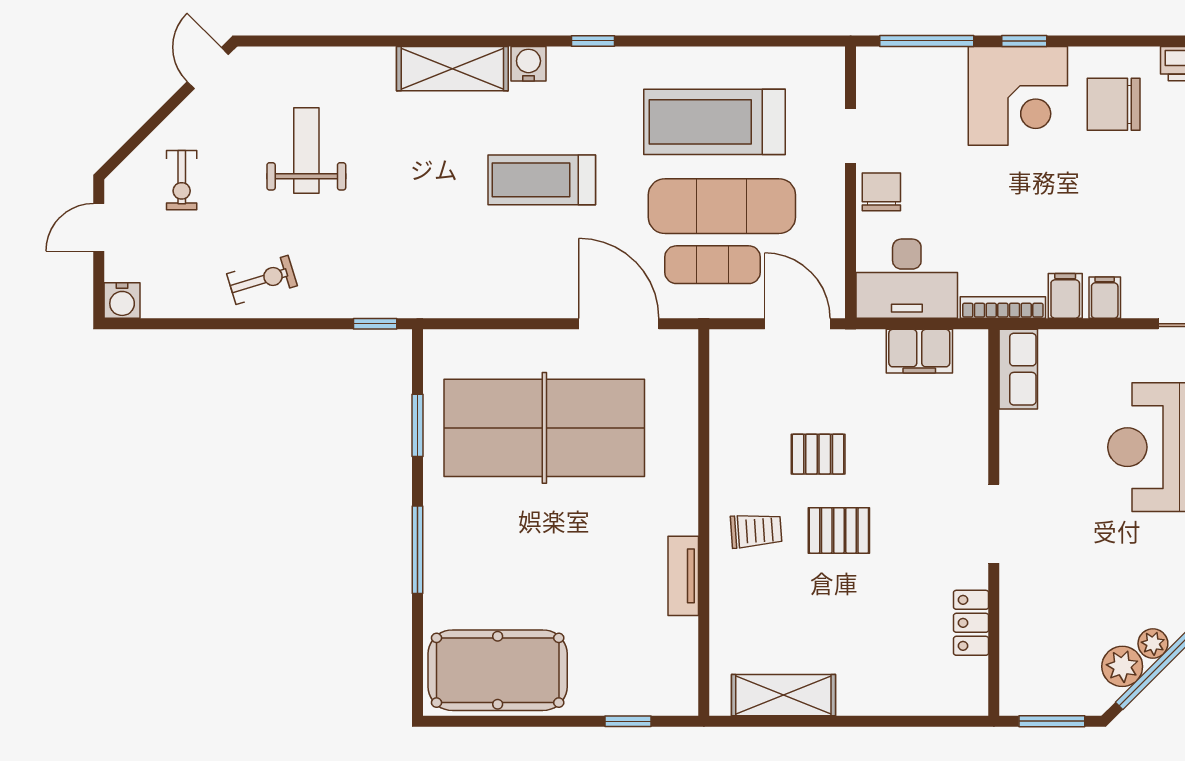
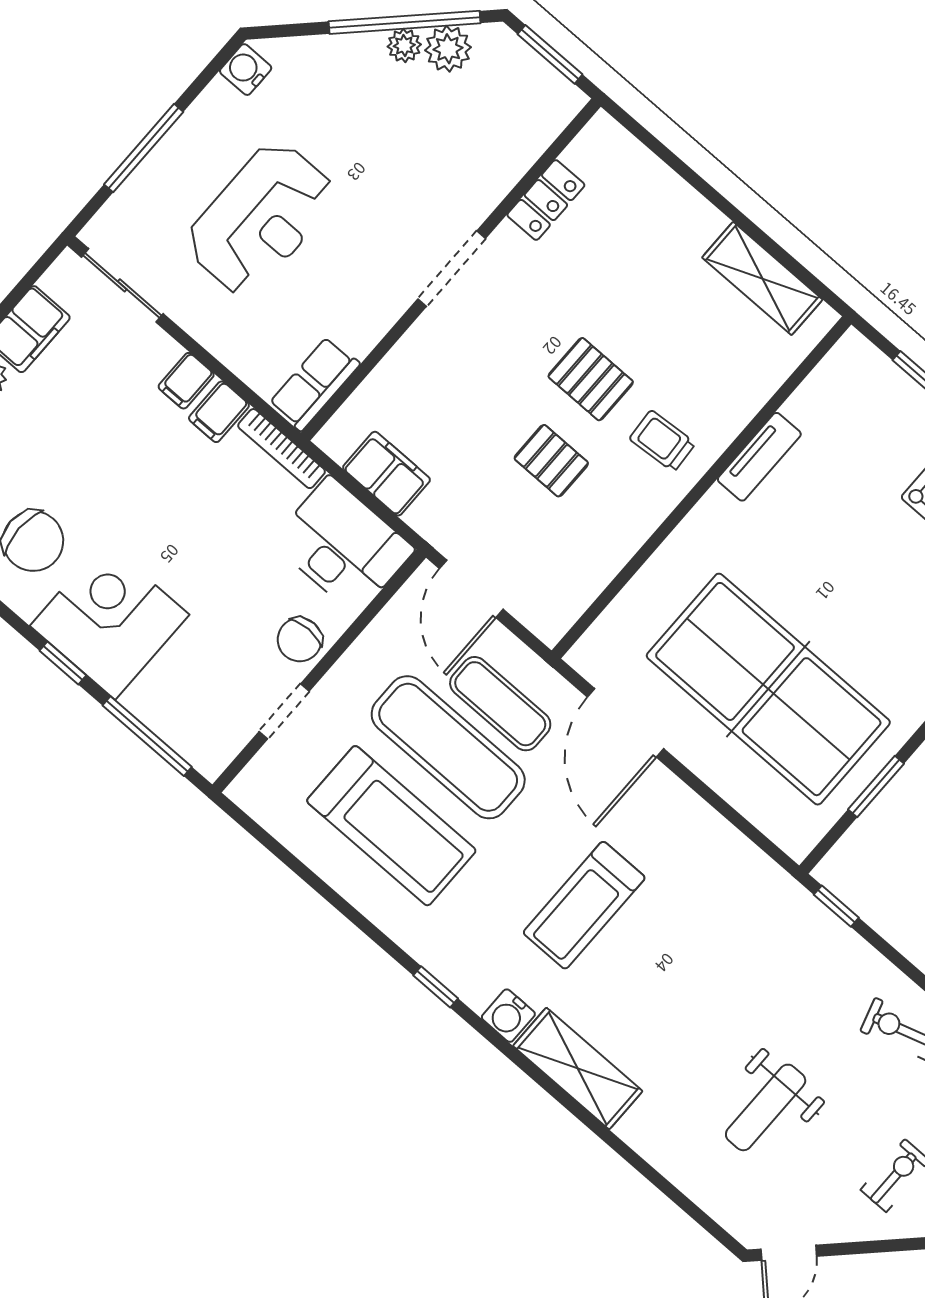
treadmill: (542, 180) -> (584, 905), turned 90

